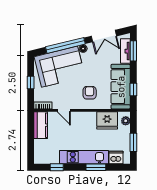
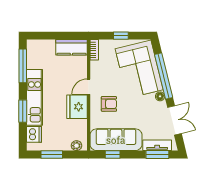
double door: (104, 36) -> (175, 120), swing flipped
door: (64, 110) -> (89, 87), moved
fridge: (107, 120) -> (77, 107), moved
window: (57, 167) -> (23, 66), width x2.17

